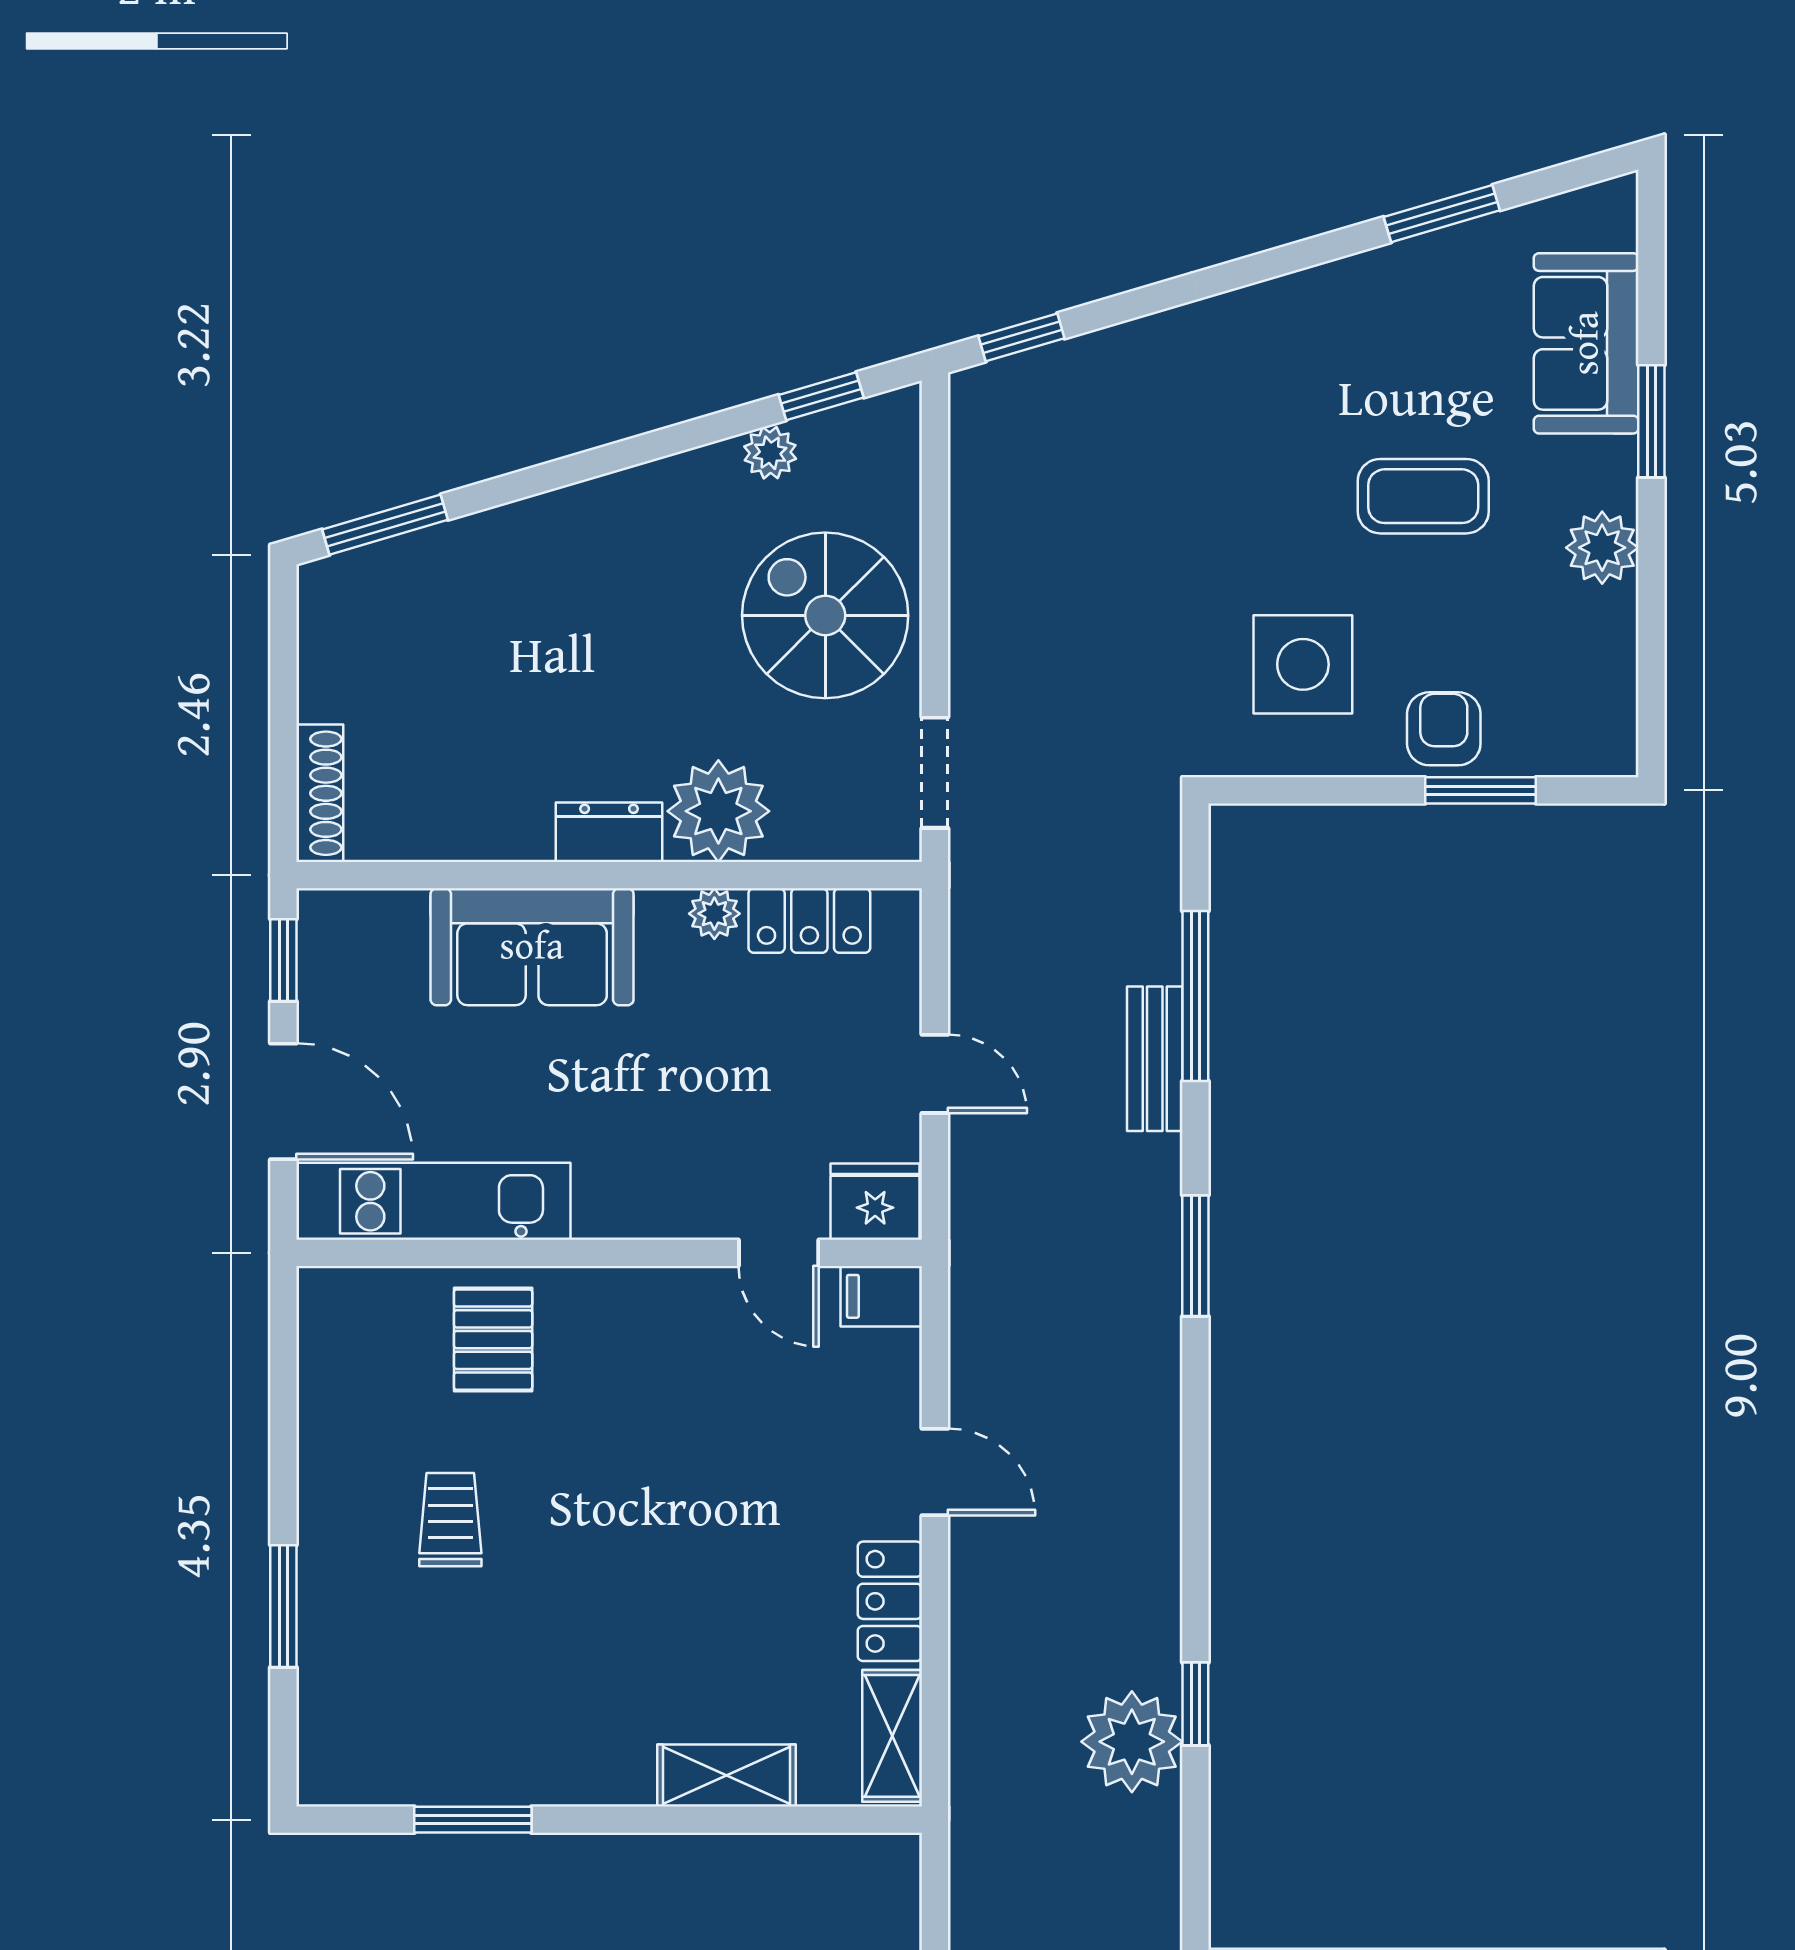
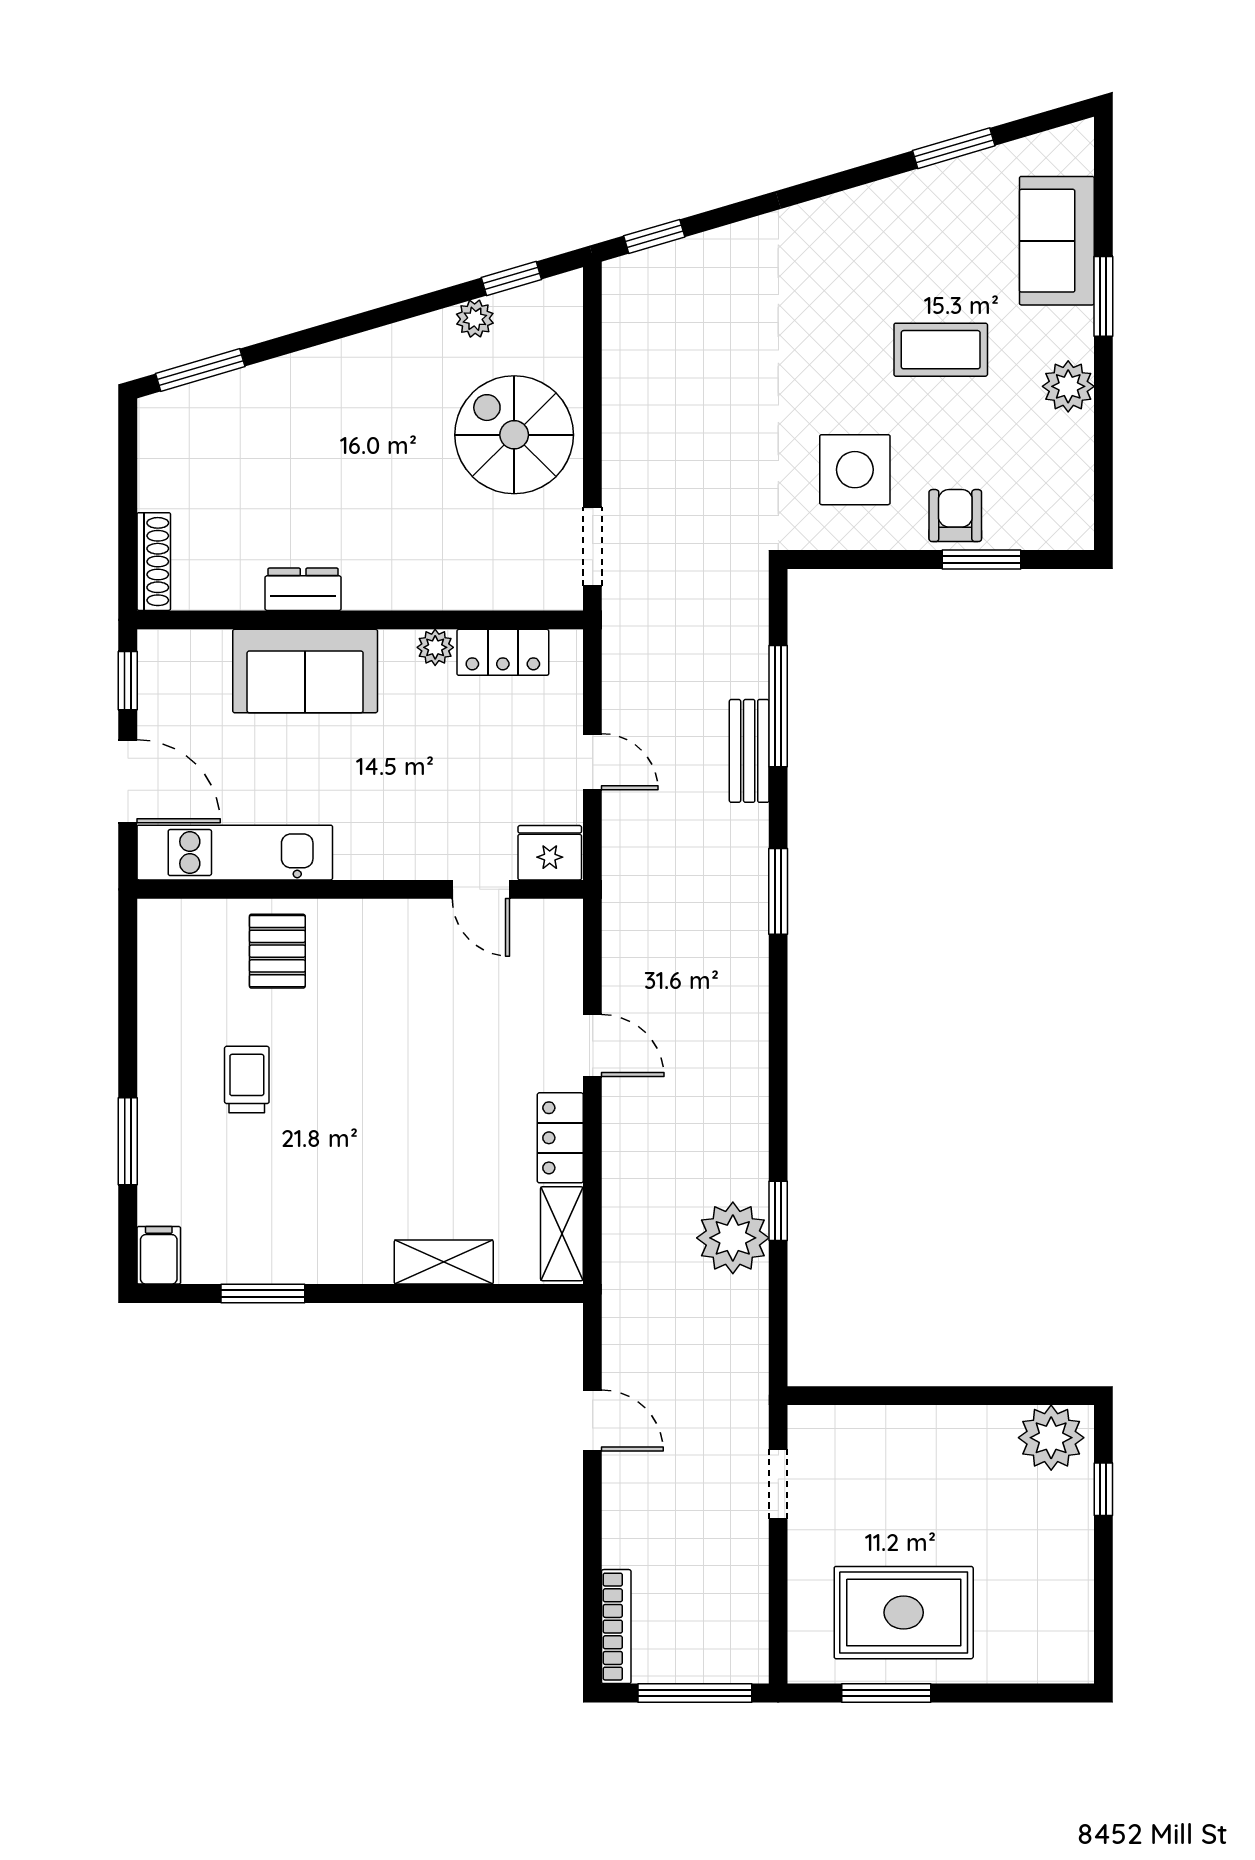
plant: (718, 811) -> (438, 574), removed
dresser: (609, 832) -> (303, 589), moved
filing cabinet: (881, 1296) -> (159, 1255), moved, turned 90

